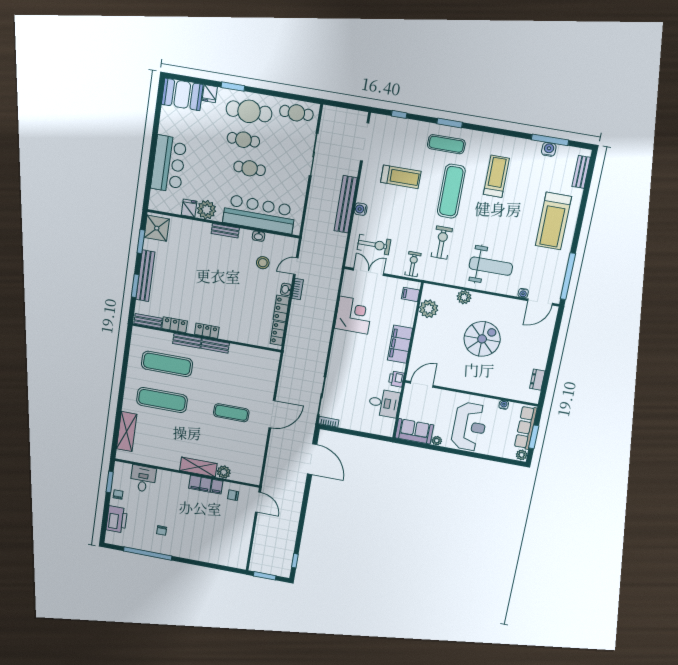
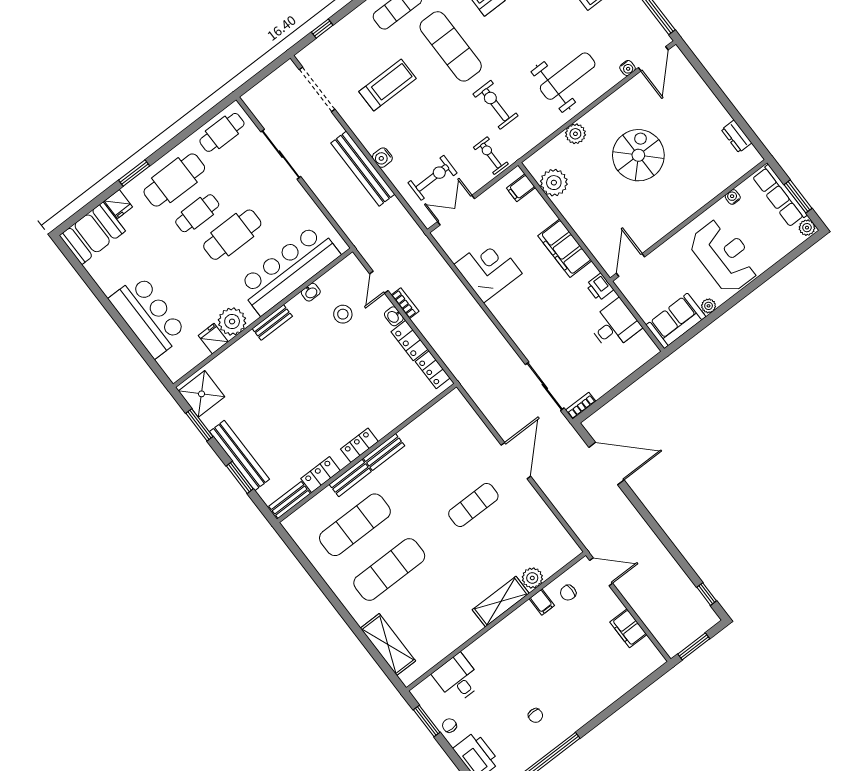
cafe table: (250, 168) -> (232, 235), width x1.37, depth x1.35
filing cabinet: (200, 484) -> (628, 628), moved, turned 90

